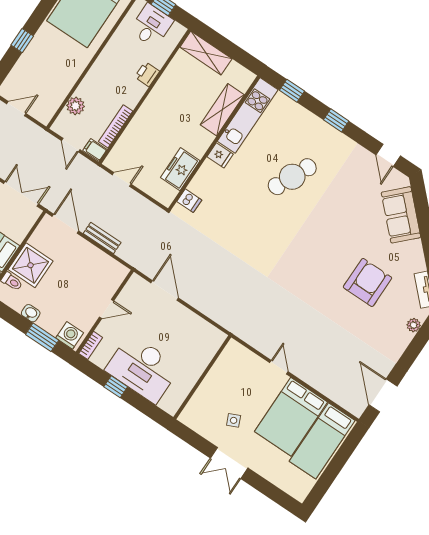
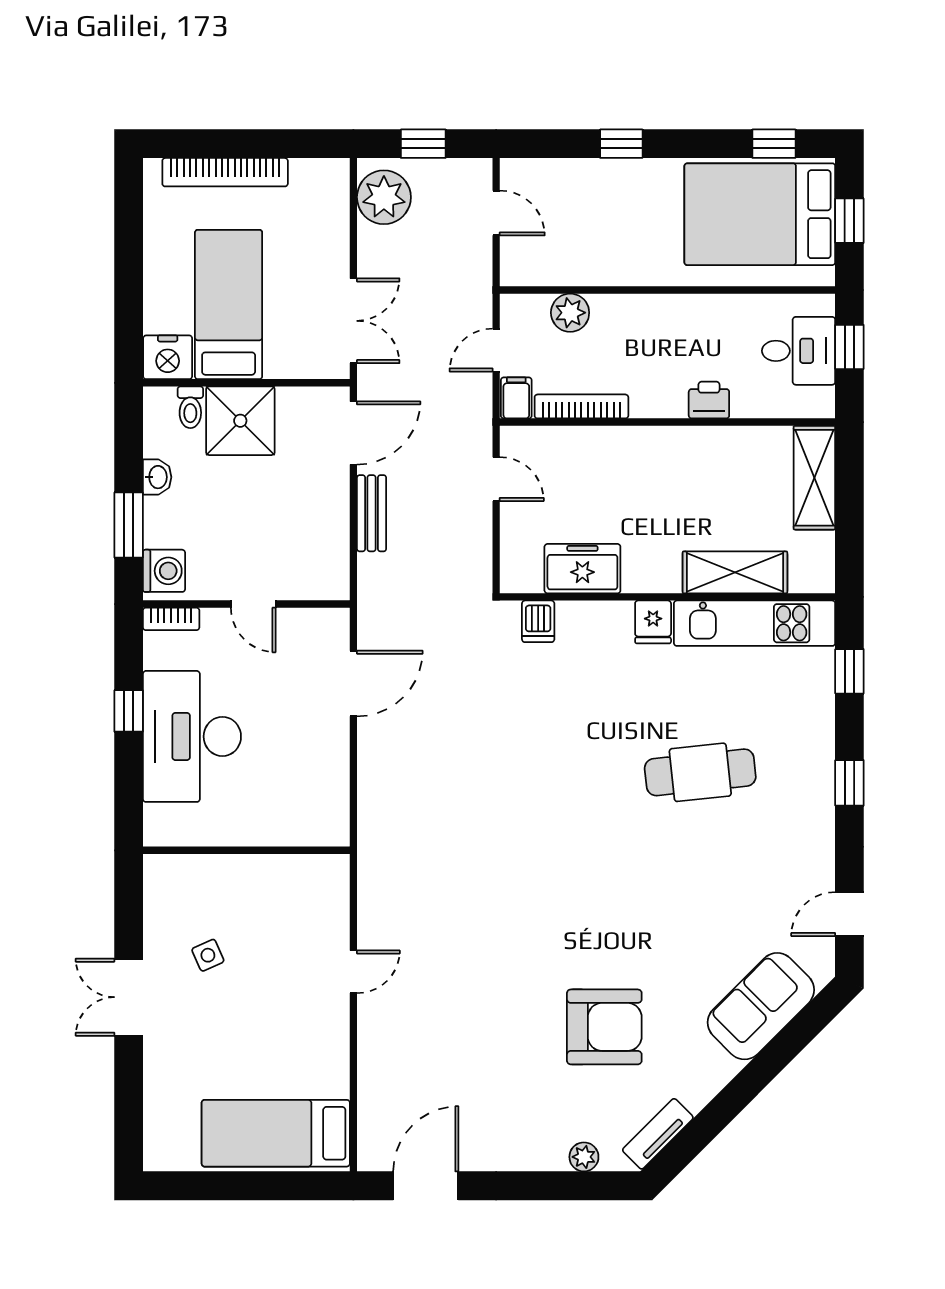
cafe table: (292, 177) -> (700, 772), turned -31
bed: (291, 417) -> (281, 1051), removed

